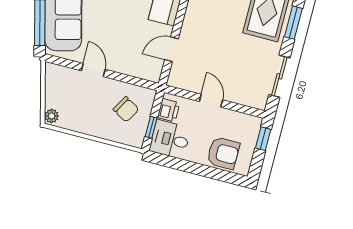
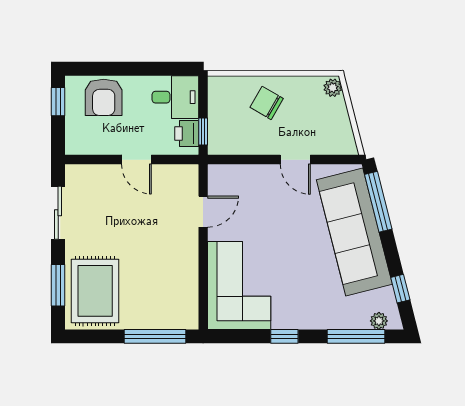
chair: (126, 109) -> (267, 103), moved
window: (151, 127) -> (203, 131), moved
window: (263, 139) -> (58, 102), moved
armchair: (223, 153) -> (104, 97), turned -90

